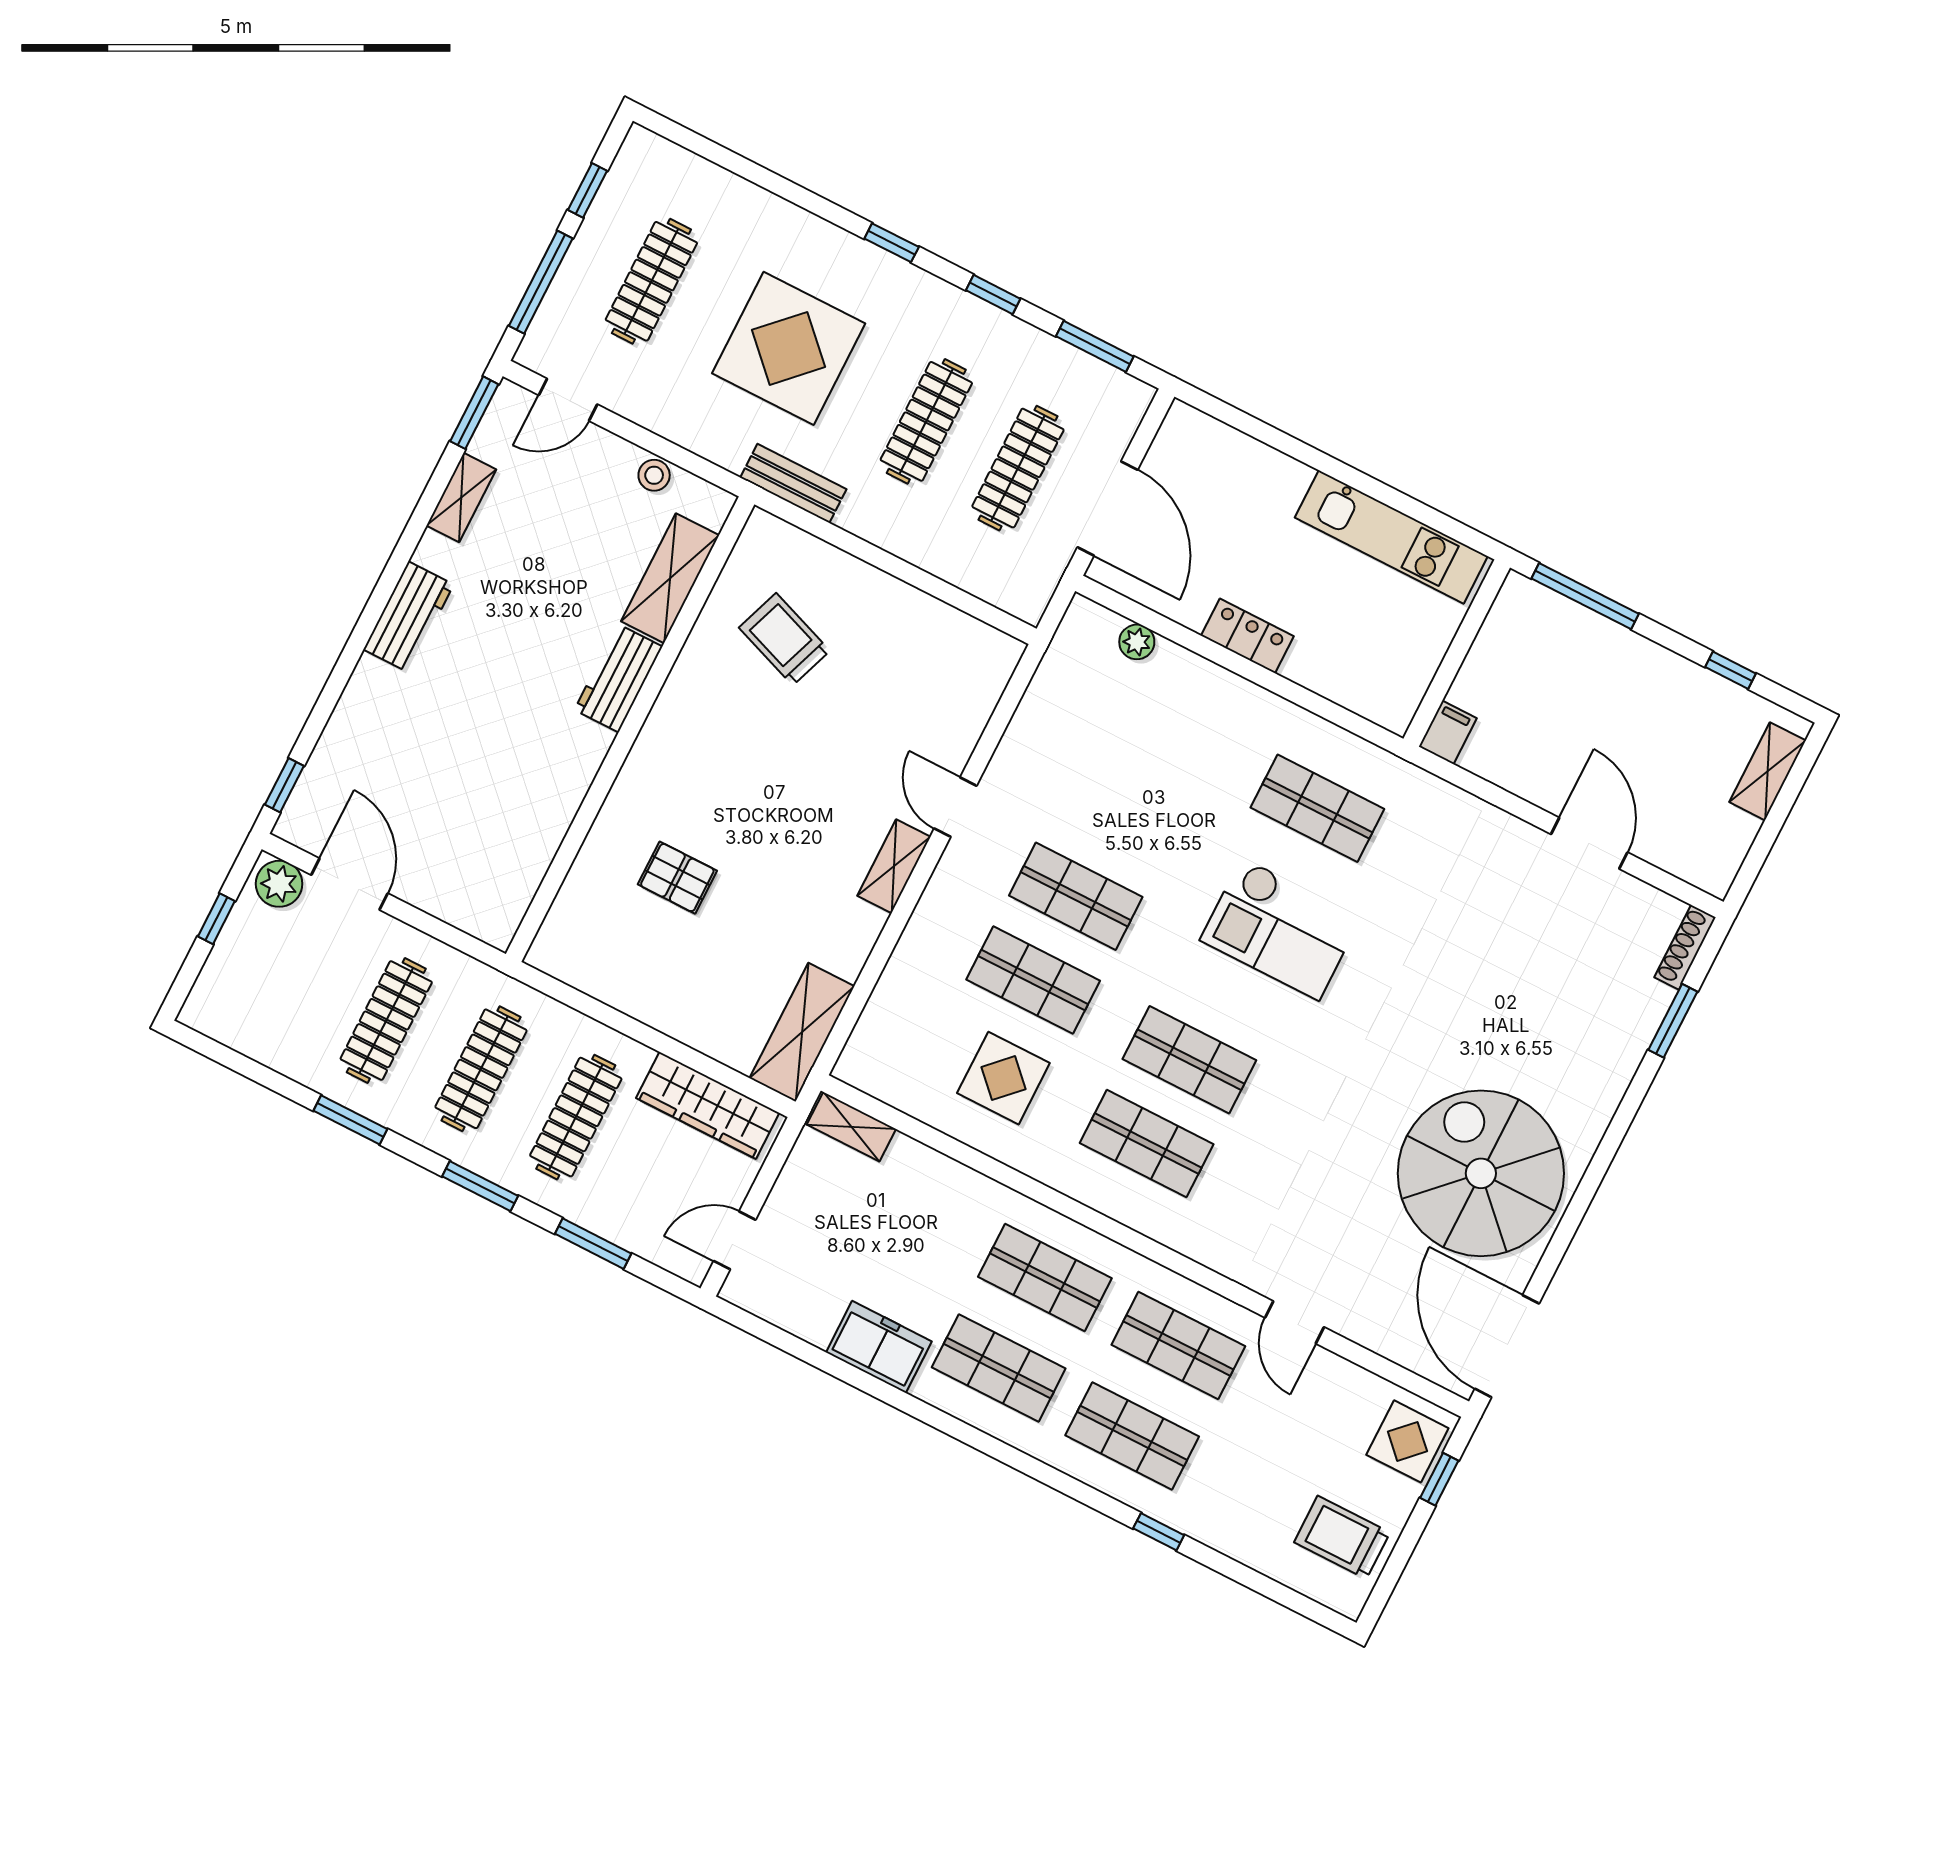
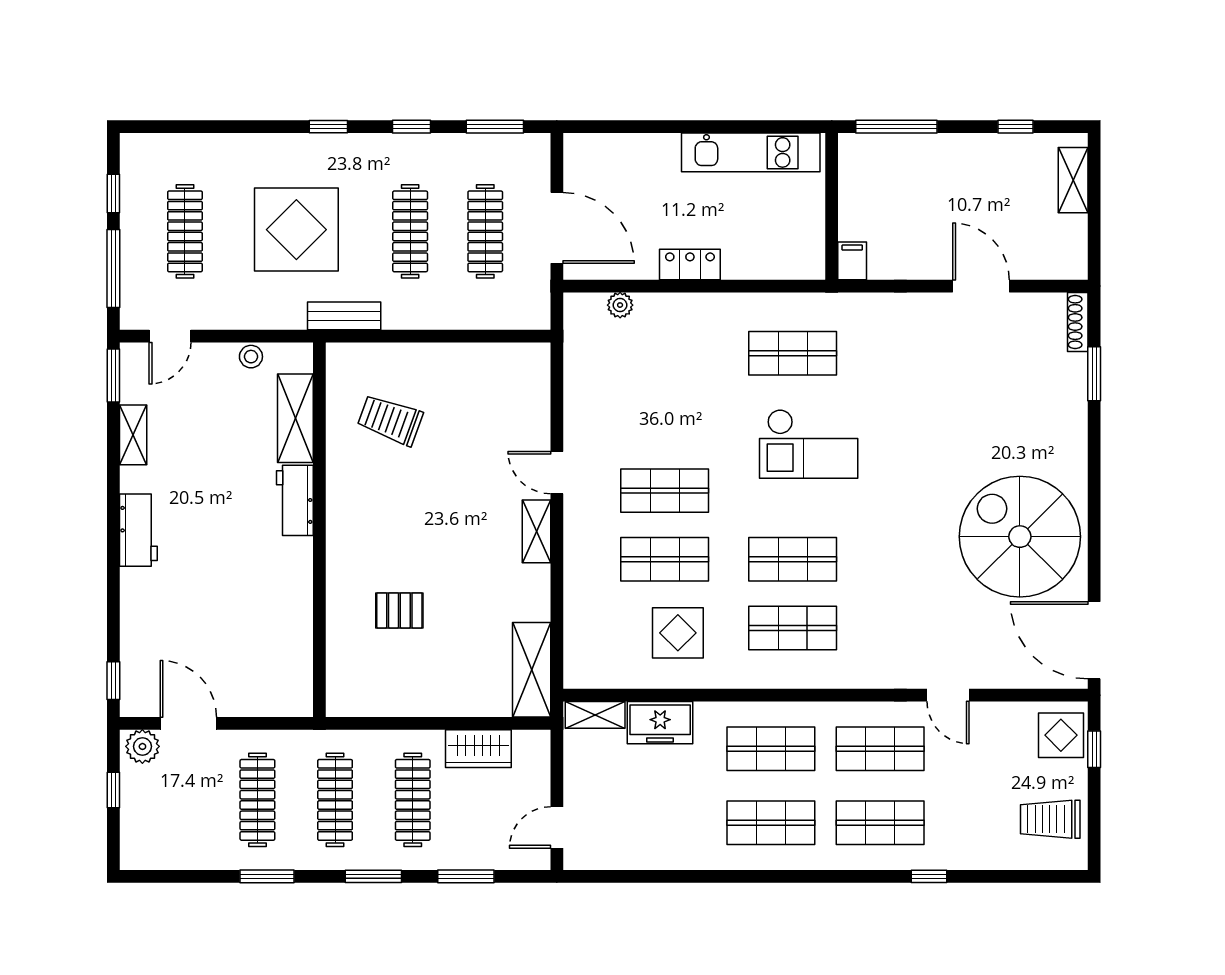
wardrobe: (708, 1105) -> (478, 749), width x0.67
freezer: (879, 1347) -> (660, 723), moved, turned 180

